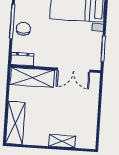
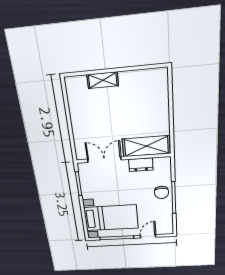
dresser: (22, 59) -> (141, 165), moved
shelving: (15, 123) -> (159, 93), removed

